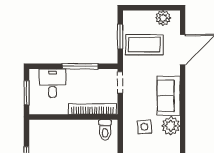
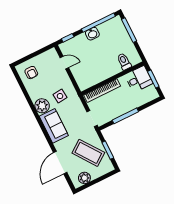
coffee table: (144, 45) -> (88, 153), turned 54
desk: (52, 83) -> (139, 79), moved, turned -90
toilet: (105, 130) -> (124, 62), moved

